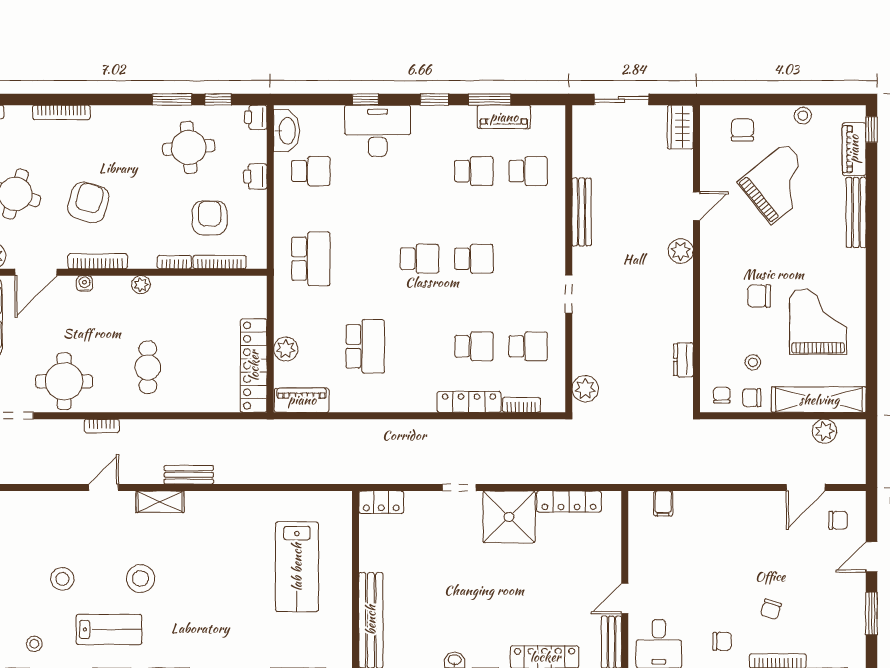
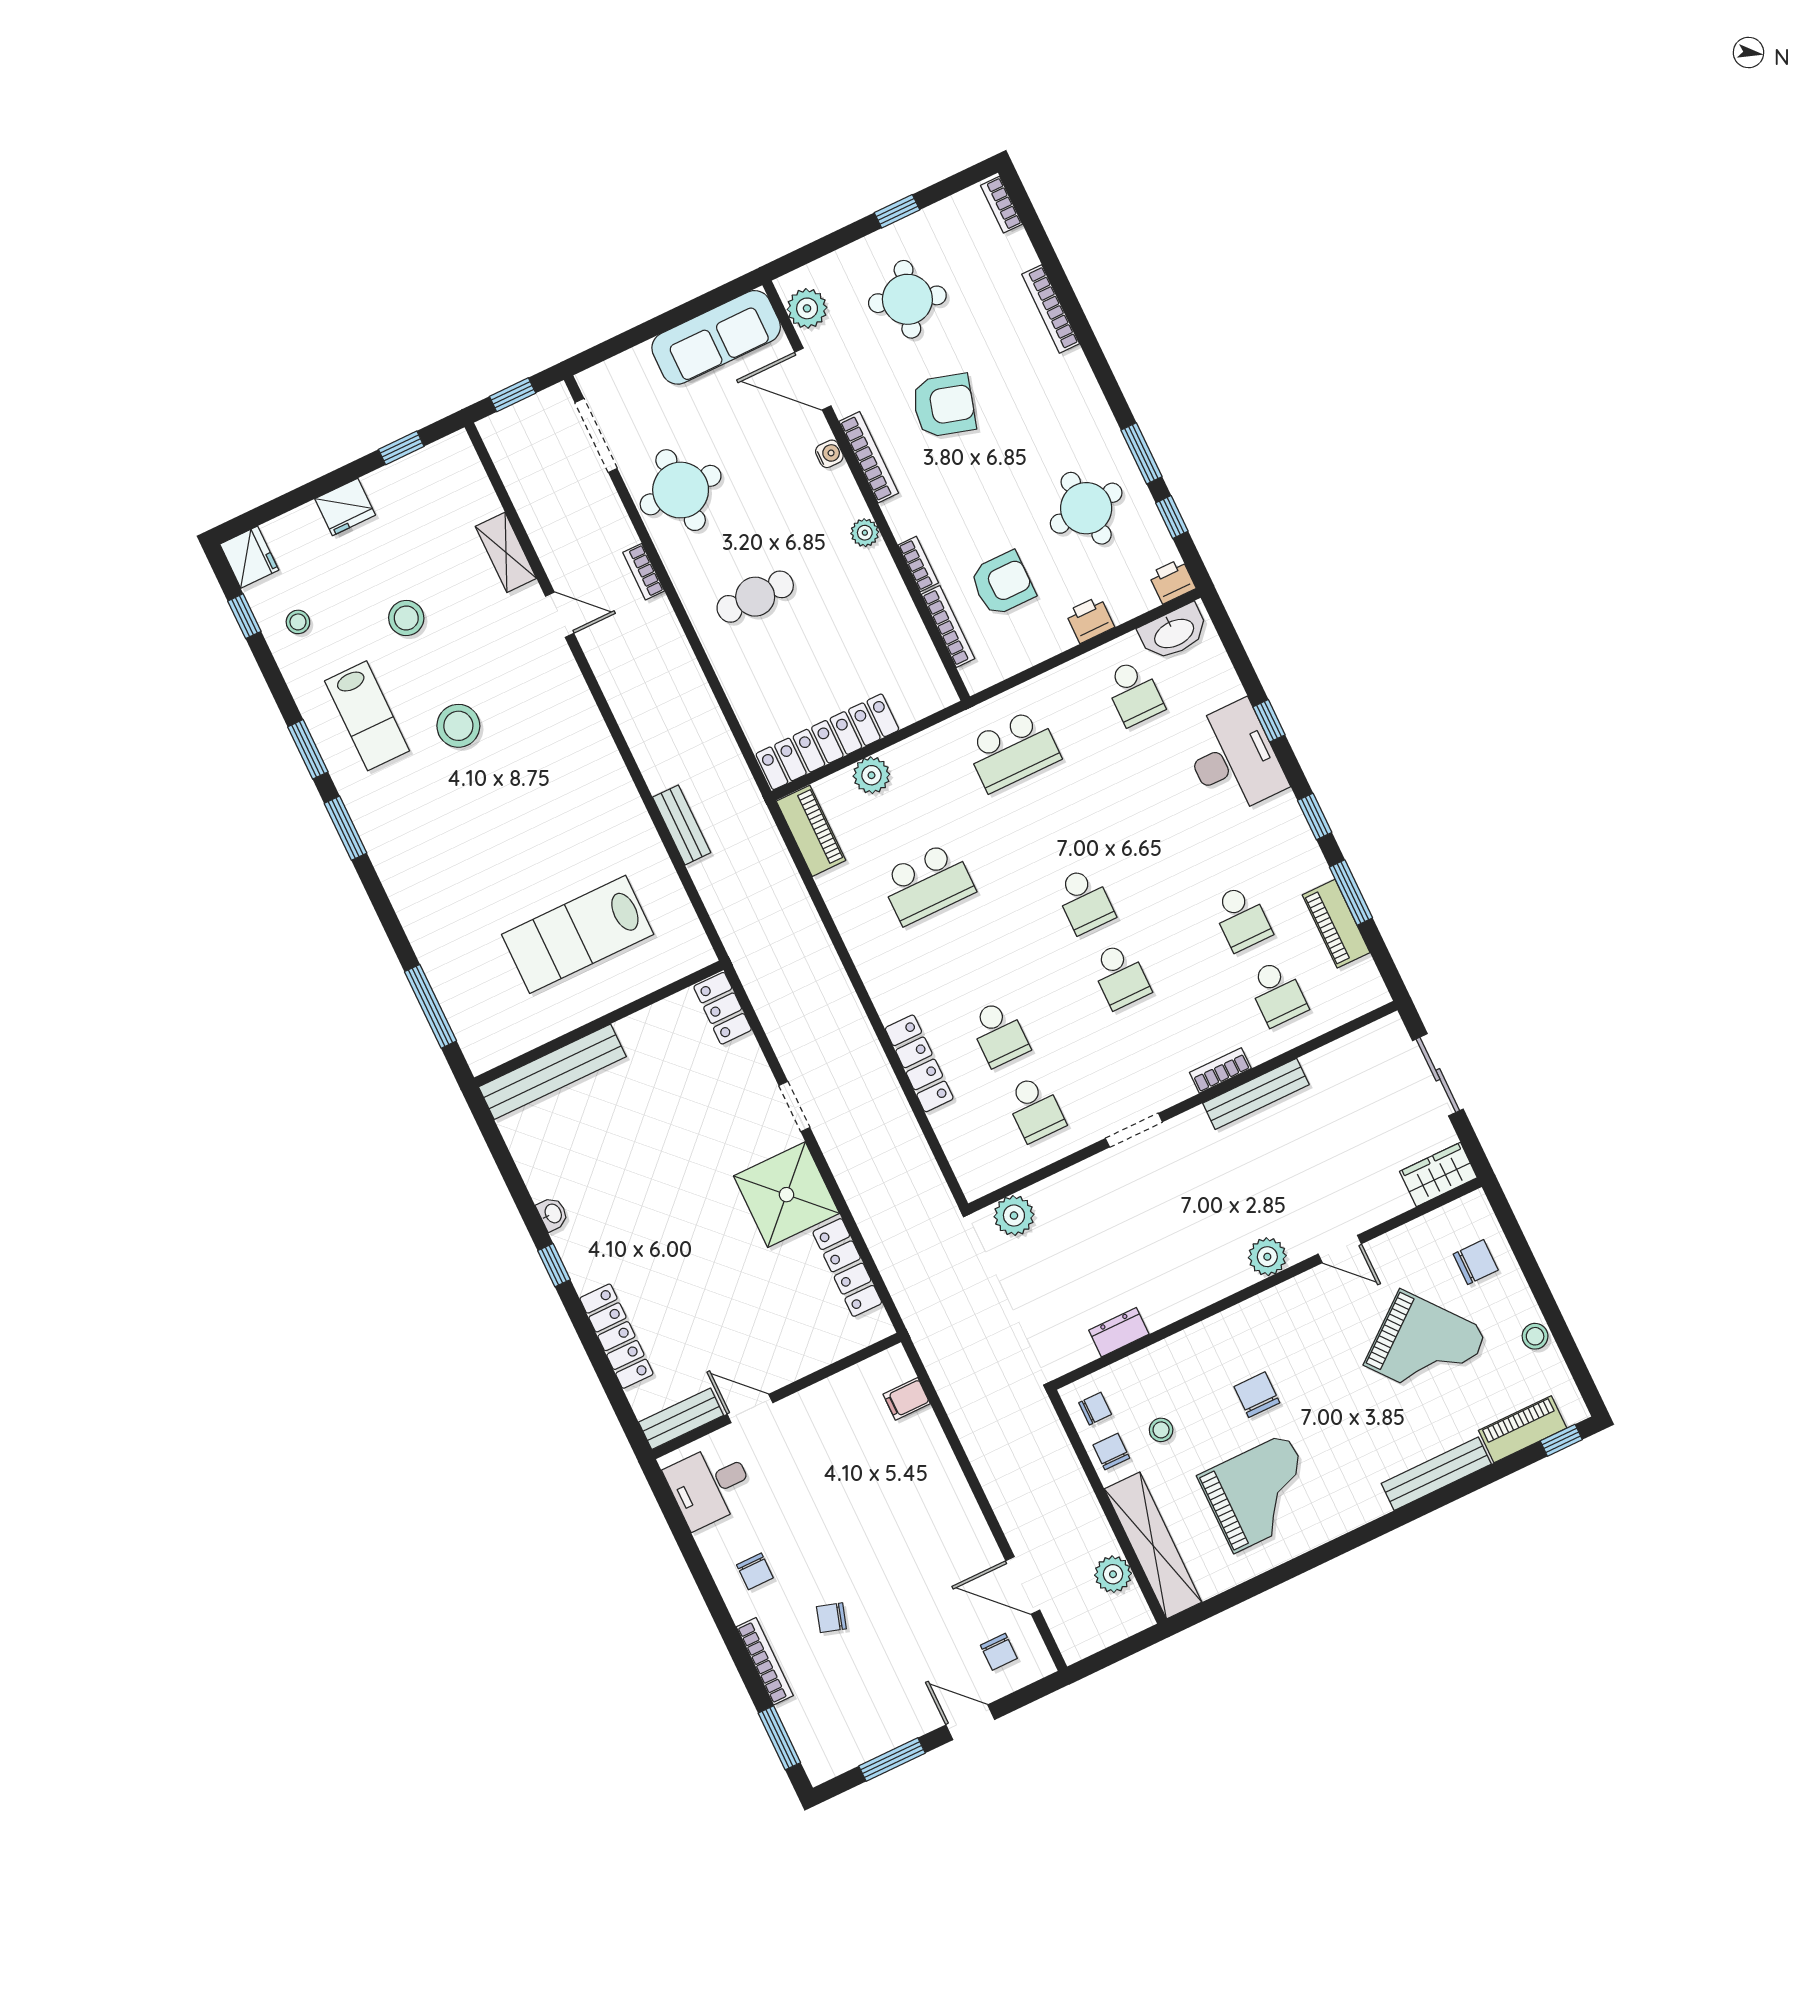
bookcase: (521, 405) -> (1220, 1070), moved, turned -90
bench: (189, 475) -> (682, 825), moved
shelving: (160, 502) -> (506, 552), moved

